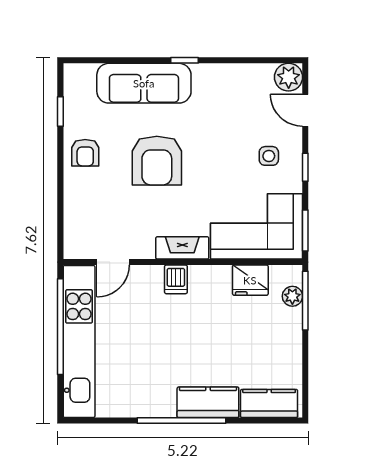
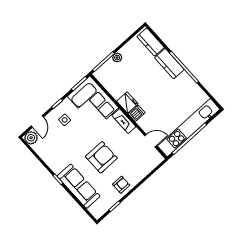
fridge: (250, 280) -> (127, 102), moved
plant: (292, 296) -> (117, 58), moved

